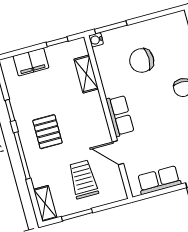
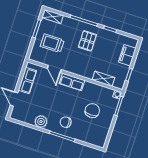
pallet: (47, 132) -> (87, 41), turned 90
door: (118, 153) -> (54, 69), swing flipped
trolley: (83, 179) -> (52, 43), turned 180

